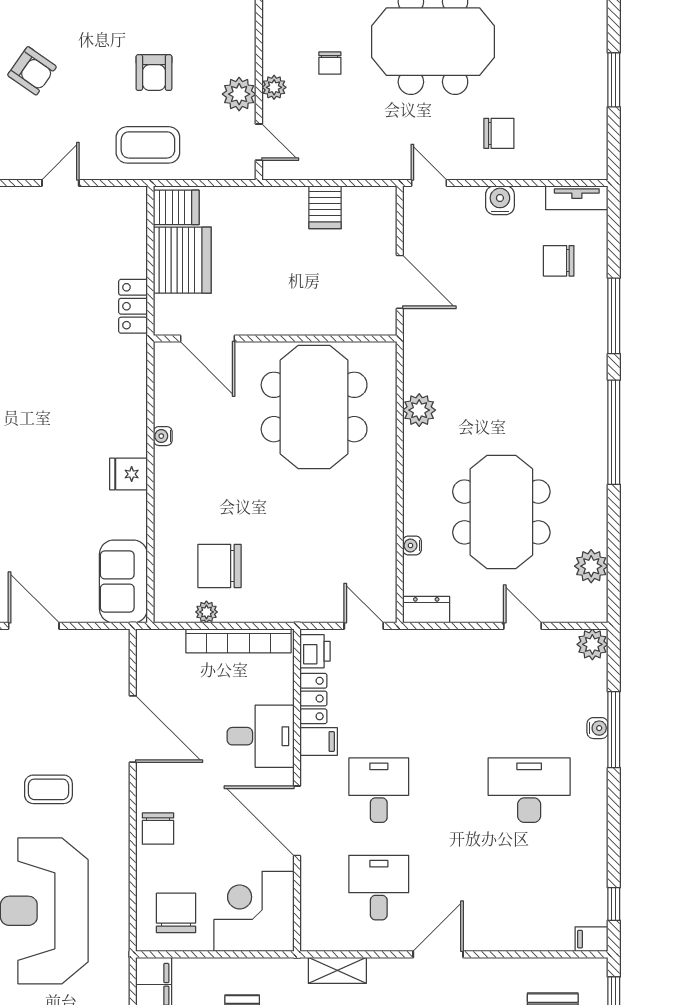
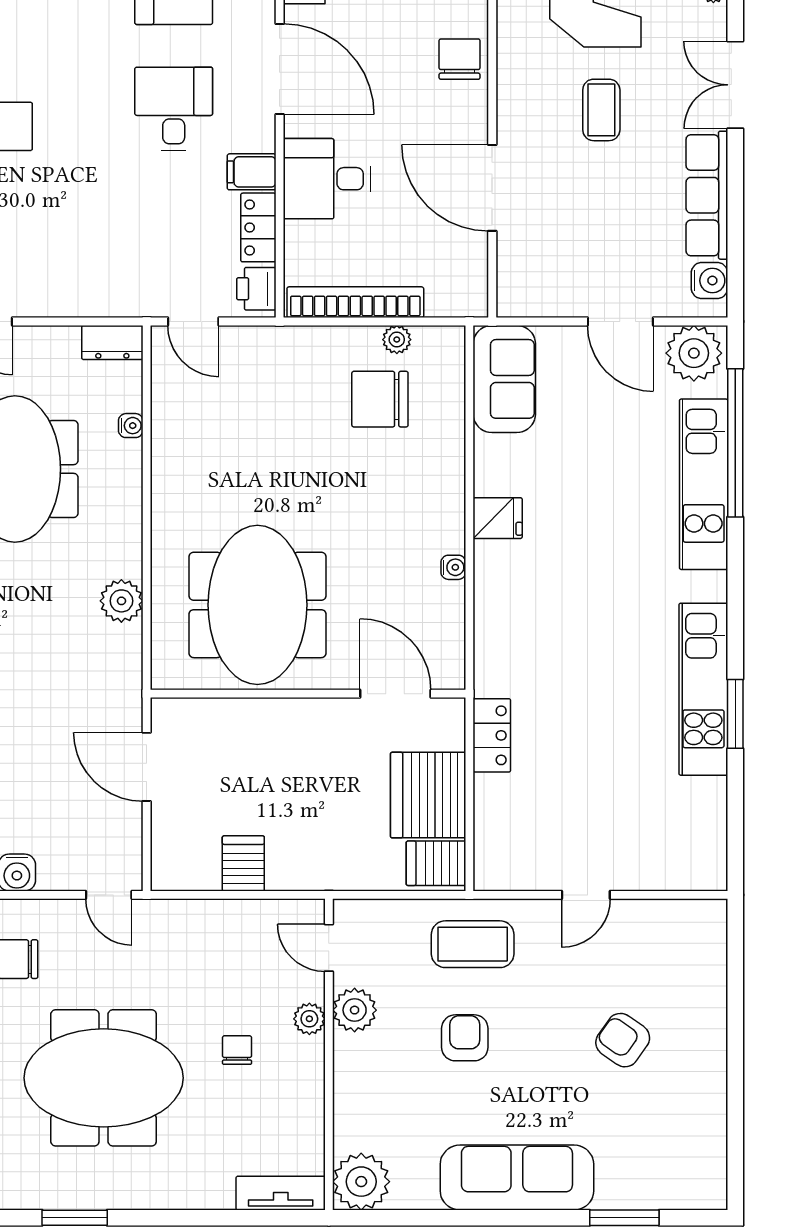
chair: (220, 566) -> (380, 399), turned 180
coffee table: (48, 789) -> (601, 110), turned 90
desk: (379, 790) -> (174, 109), turned 180

